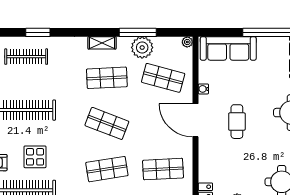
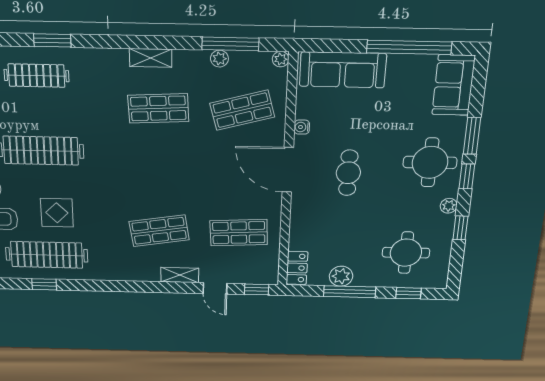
window: (138, 32) -> (230, 44), moved
plant: (142, 48) -> (219, 59), width x0.53, depth x0.53
shop shelf: (163, 78) -> (242, 110), turned -30
shop shelf: (107, 123) -> (159, 171), removed

